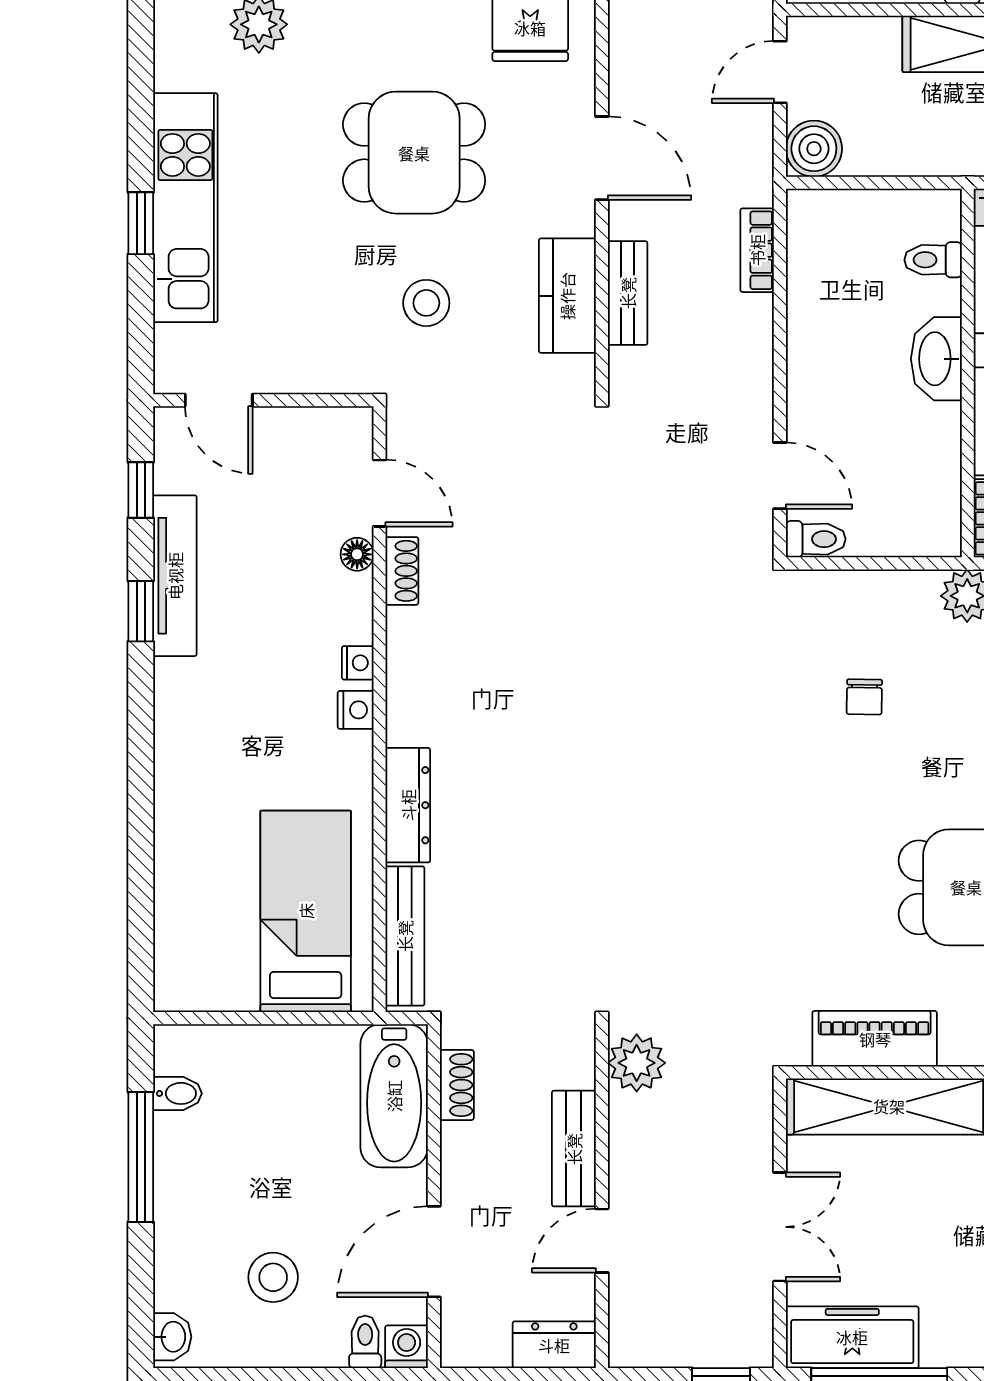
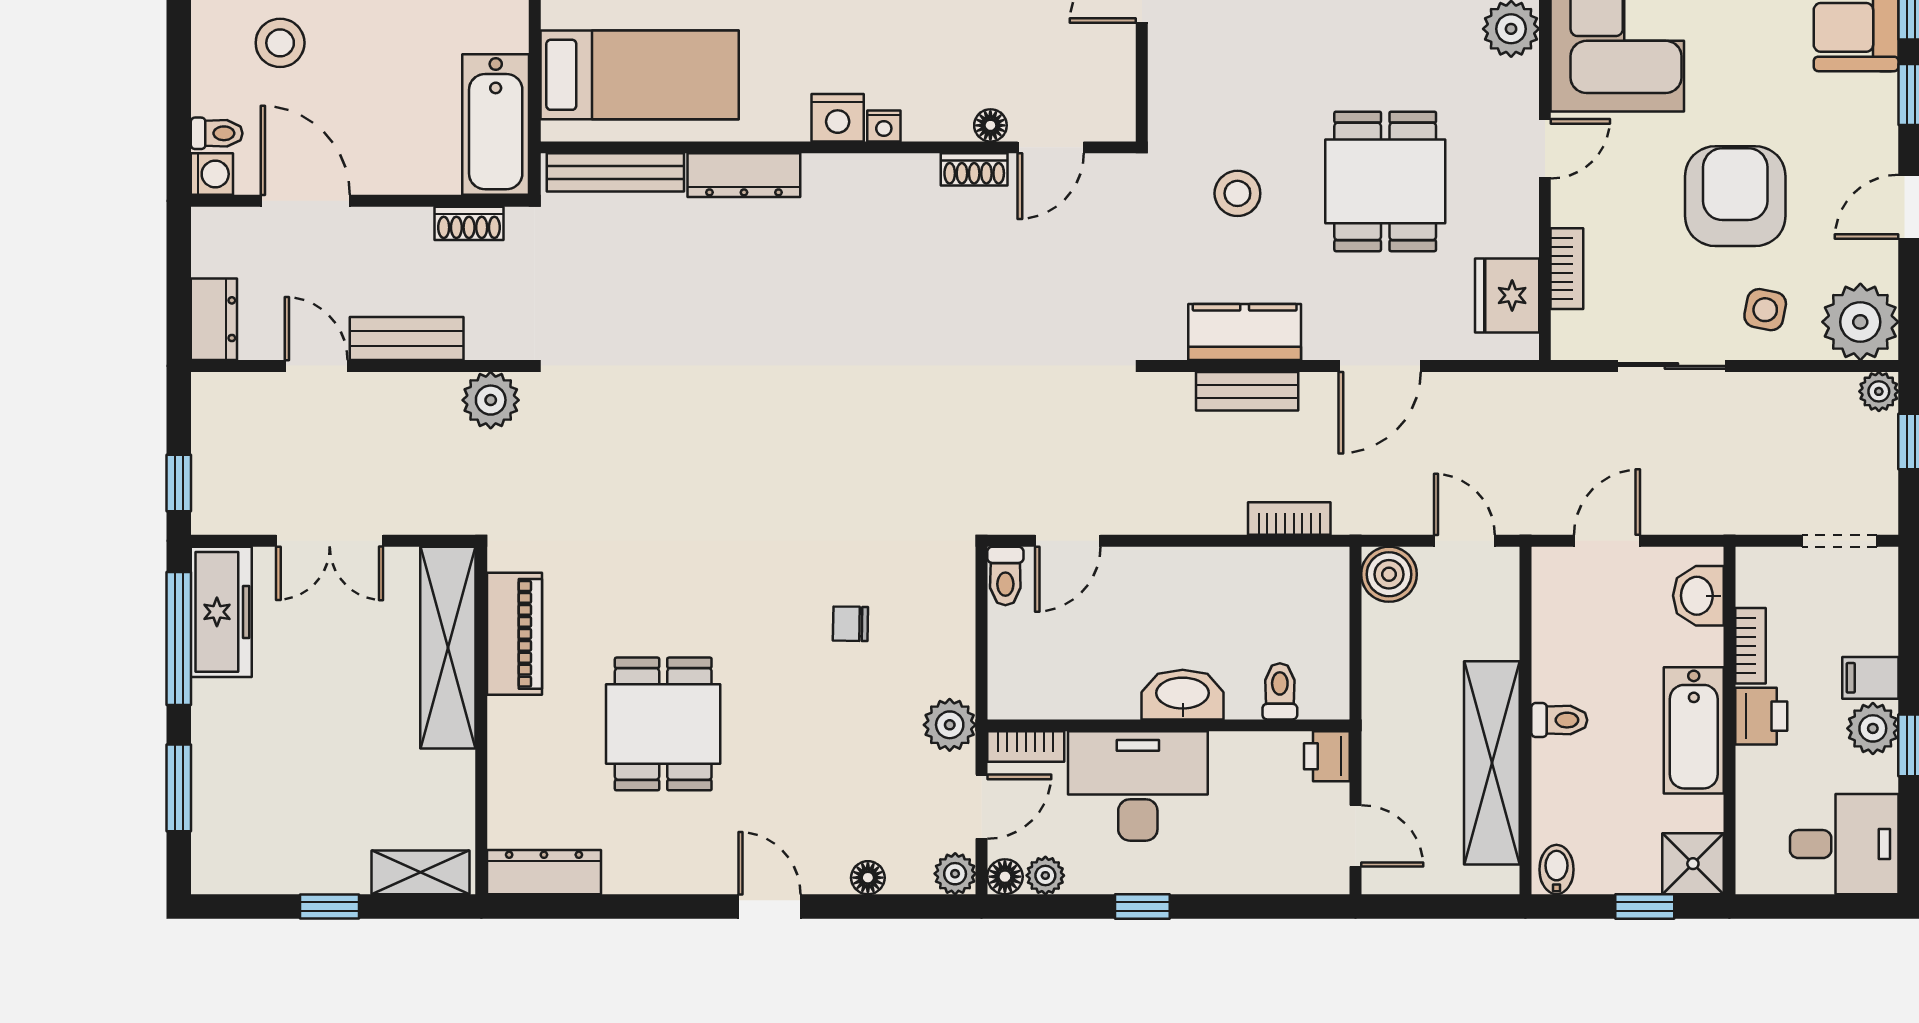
nightstand: (356, 710) -> (838, 118), width x1.39, depth x1.35
bathtub: (394, 1096) -> (496, 125), moved, turned -90

